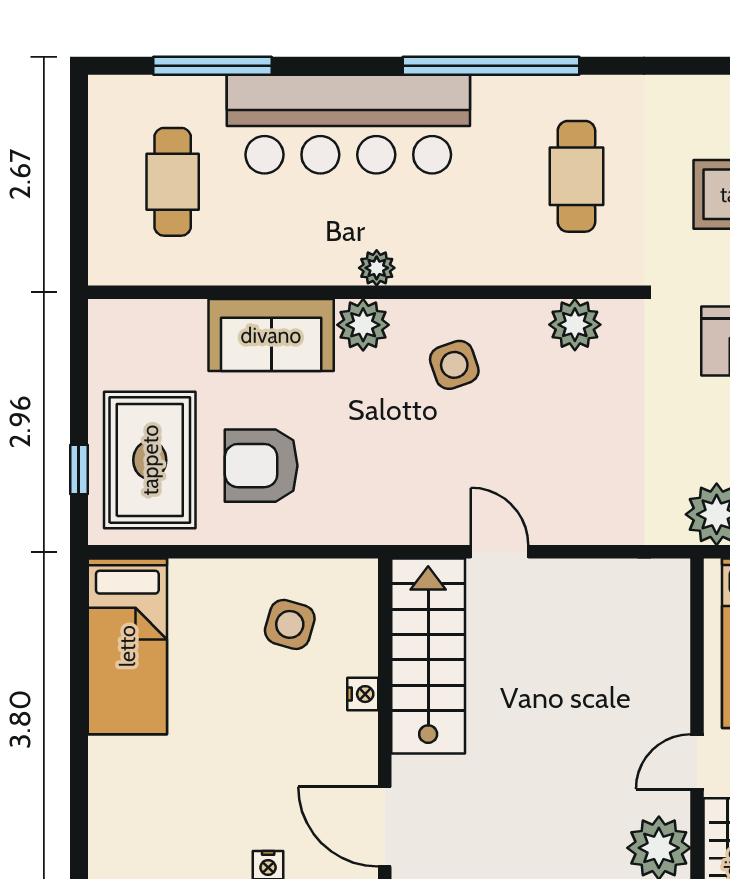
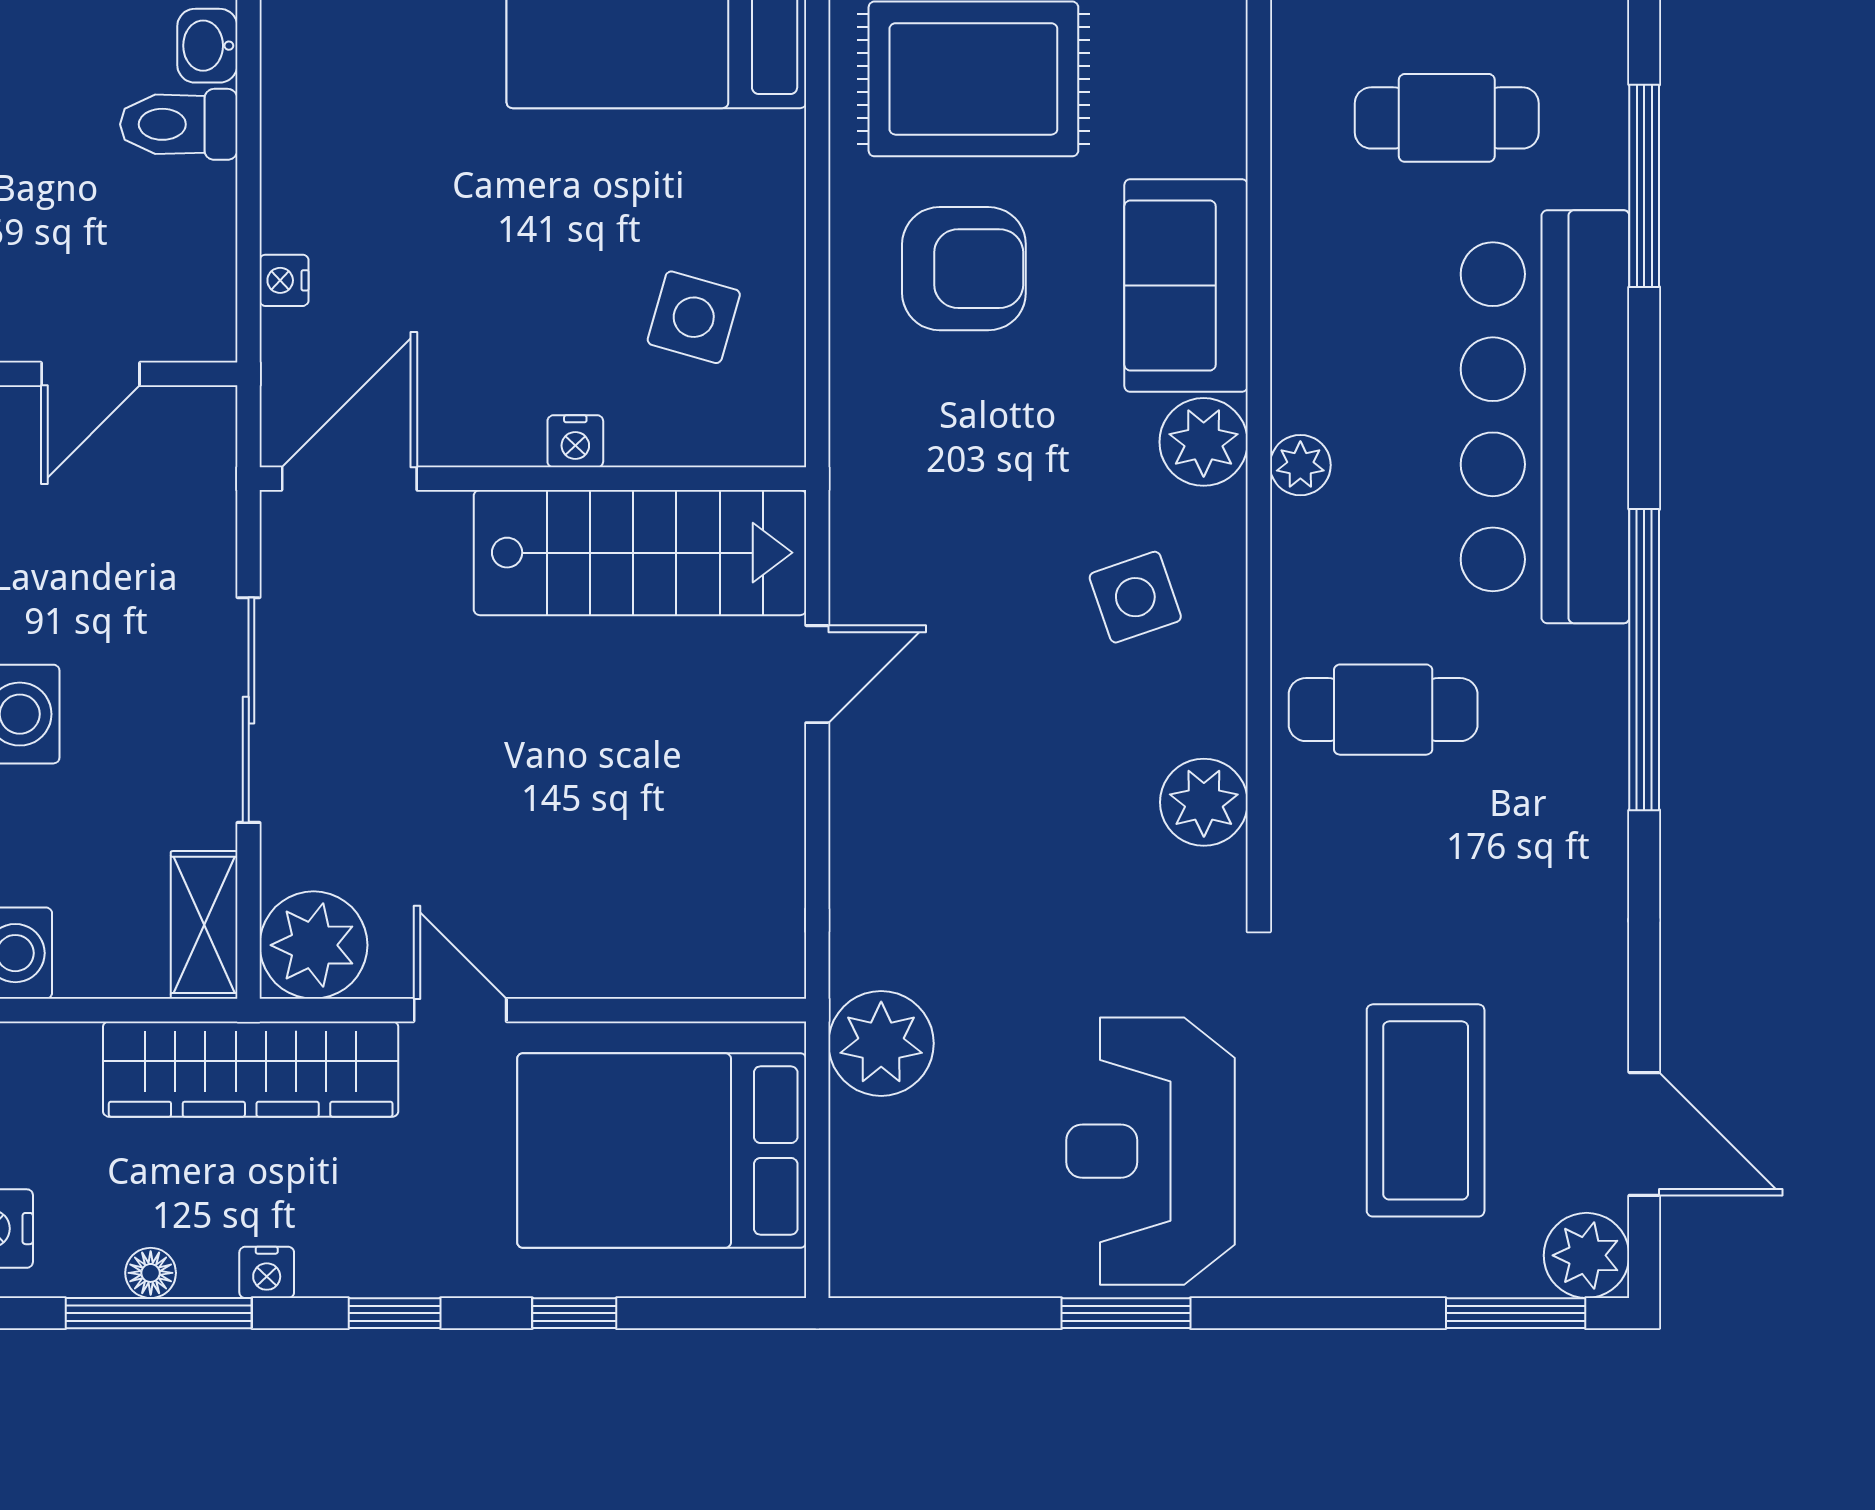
cafe table: (576, 176) -> (1383, 710), moved
armchair: (261, 466) -> (964, 269), turned 90

